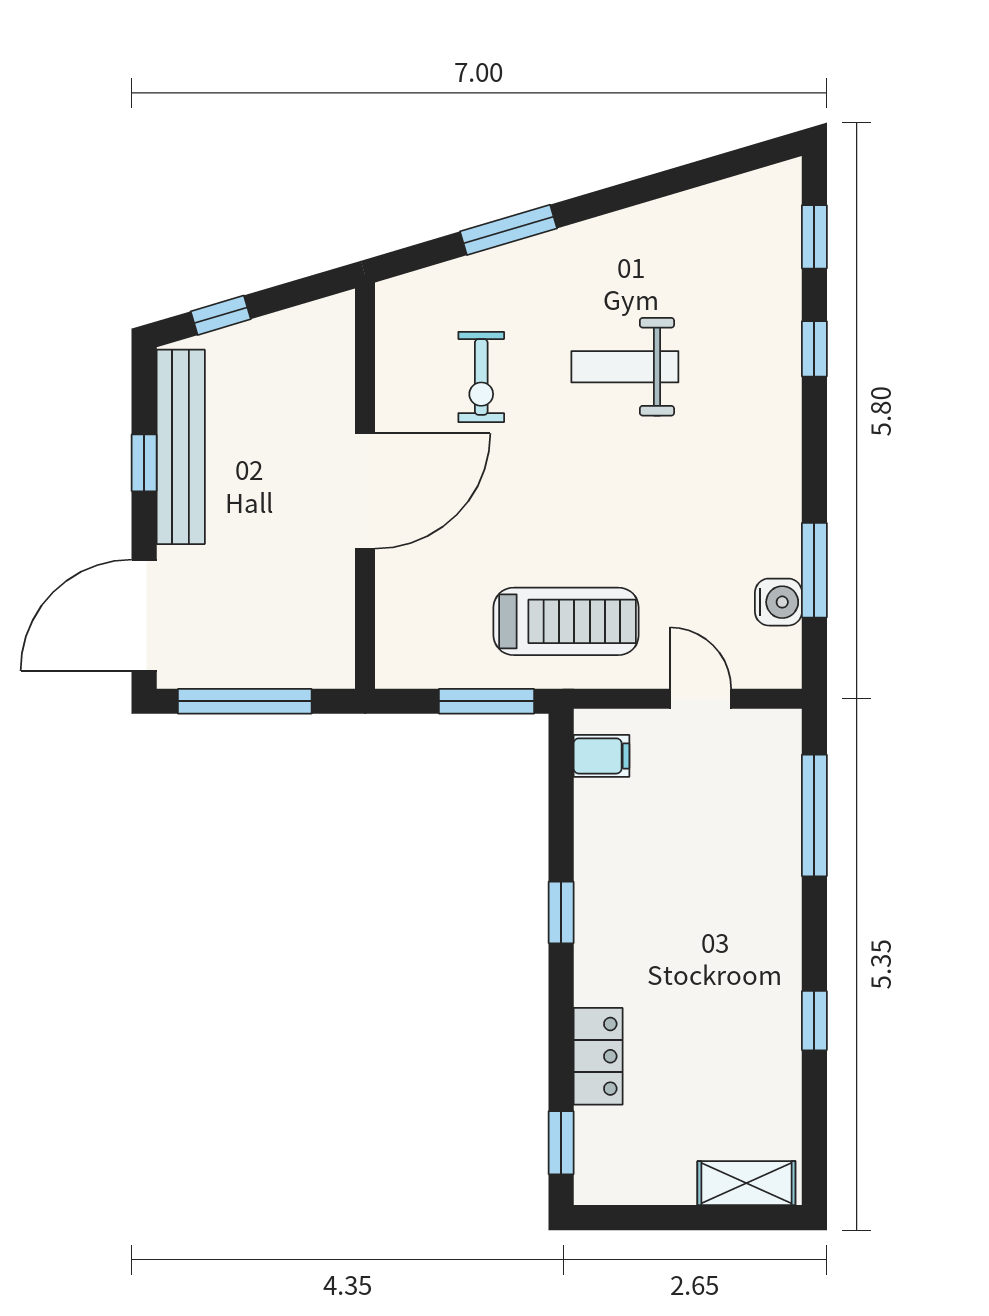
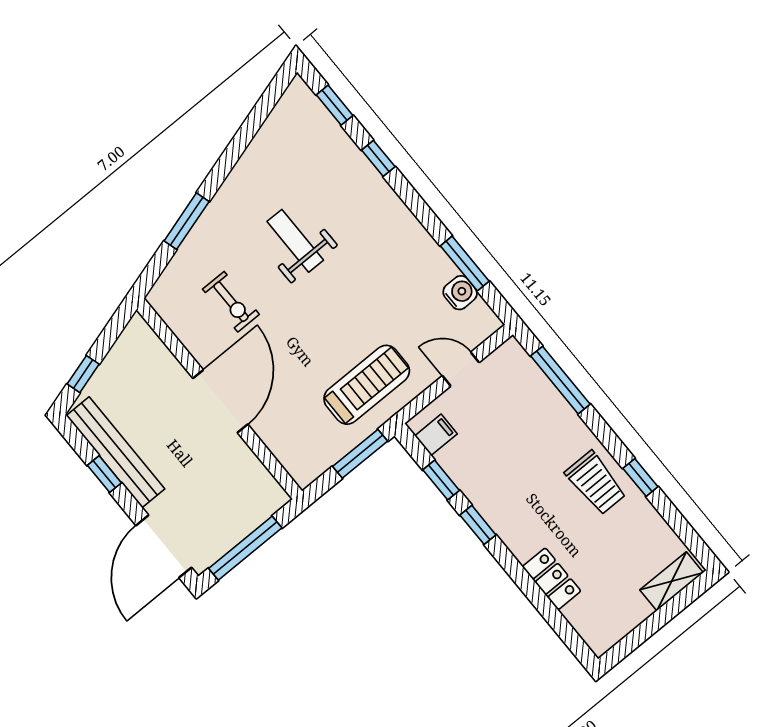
weight bench: (625, 367) -> (295, 241), turned 90
trolley: (753, 981) -> (596, 483), added
window: (561, 1143) -> (441, 480), moved

